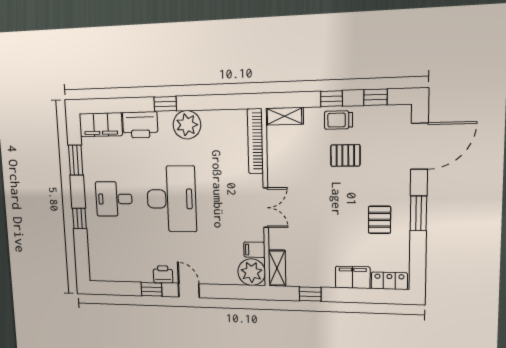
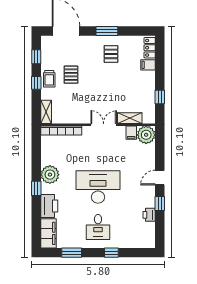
pallet: (380, 220) -> (111, 54), turned 90
shelving: (277, 268) -> (130, 118), moved
printer: (163, 274) -> (149, 215), moved
filing cabinet: (353, 277) -> (148, 65), width x0.50

